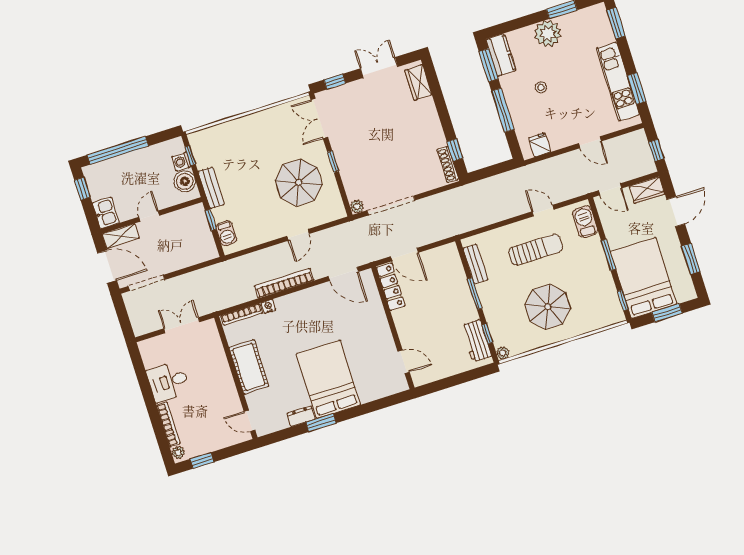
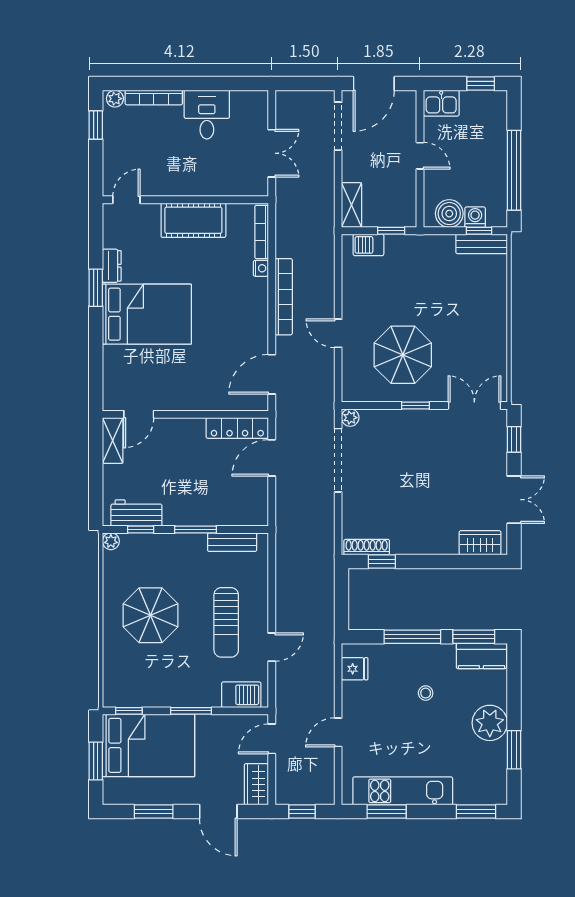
window: (118, 150) -> (514, 170), moved
bench: (211, 188) -> (482, 244), moved
shelving: (121, 236) -> (351, 205), moved
shelving: (429, 375) -> (113, 440), added

